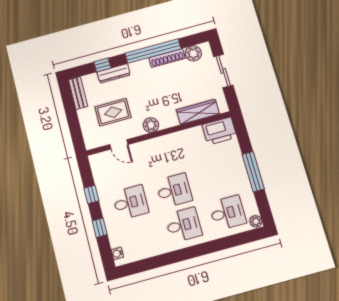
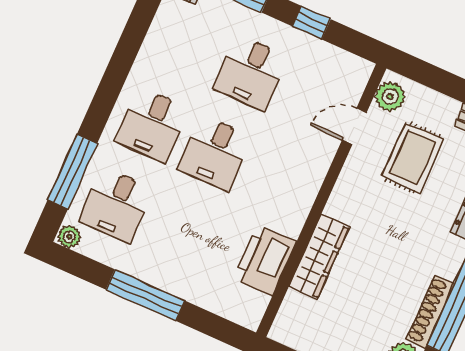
wardrobe: (198, 112) -> (319, 257), moved
plant: (151, 125) -> (390, 97), moved
printer: (219, 131) -> (265, 260), moved
window: (229, 242) -> (72, 172), added

